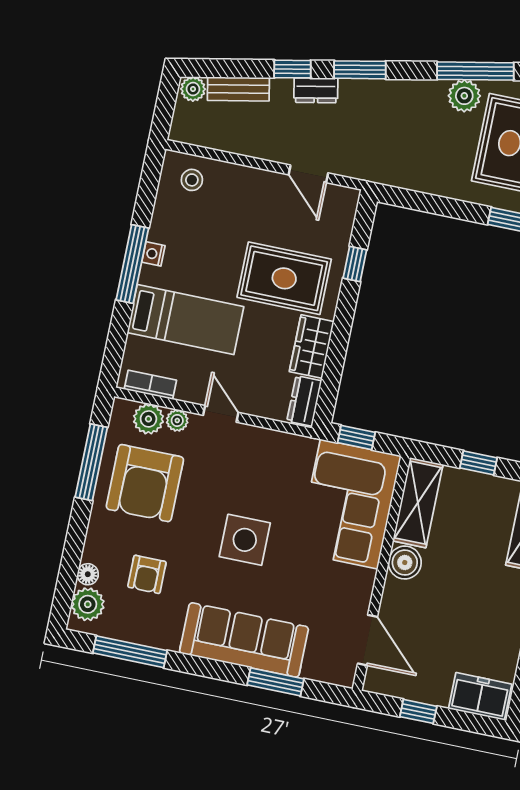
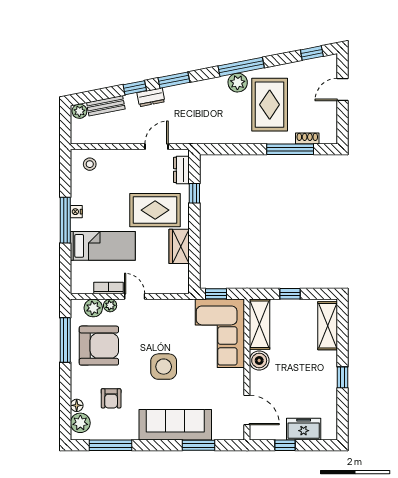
door: (308, 174) -> (157, 147), swing flipped
bookcase: (150, 385) -> (108, 288), moved
dresser: (304, 401) -> (181, 170), moved
armchair: (145, 483) -> (99, 346), turned -90
freezer: (480, 696) -> (304, 429), moved

